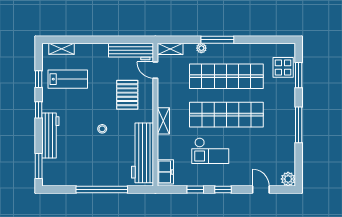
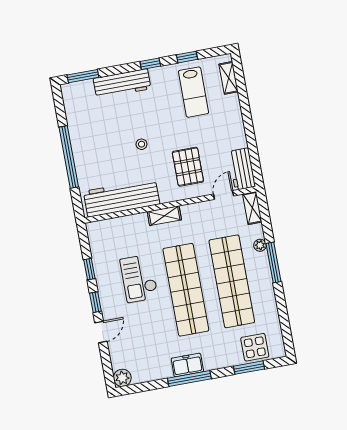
workbench: (131, 51) -> (242, 169), width x0.73
pallet: (127, 95) -> (188, 167), turned 90
freezer: (165, 172) -> (187, 365), moved, turned 180
door: (261, 189) -> (101, 332), moved

